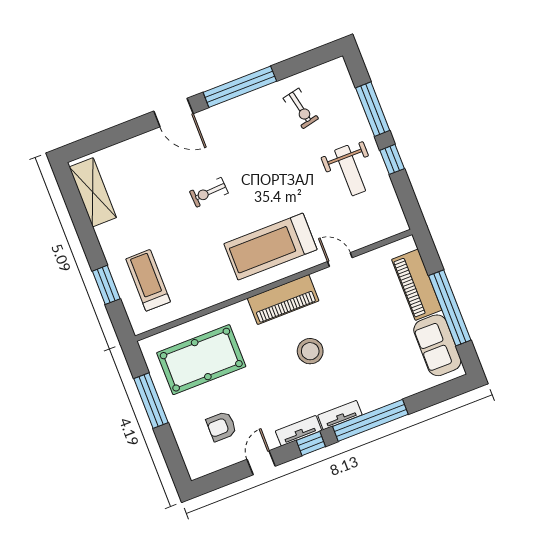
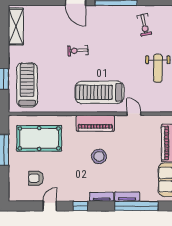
treadmill: (148, 280) -> (27, 85), width x1.37, depth x1.38
window: (370, 420) -> (136, 206), moved
tv unit: (299, 431) -> (127, 197), moved

